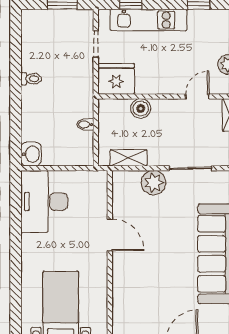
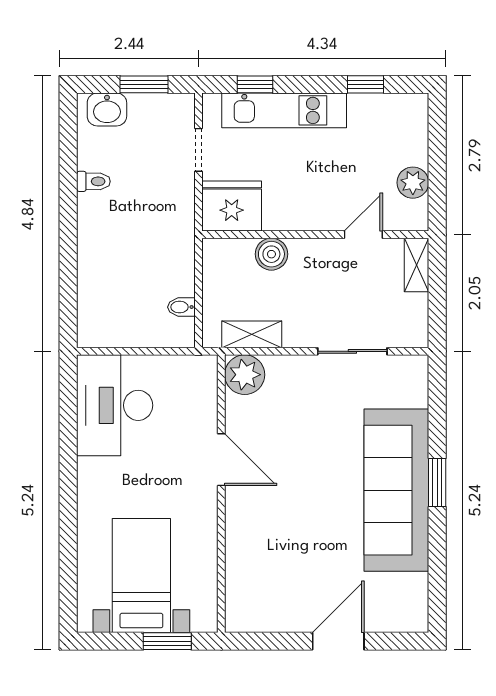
toilet: (31, 79) -> (93, 181), moved
bidet: (85, 125) -> (181, 307), moved
washbasin: (31, 154) -> (107, 109), moved, turned 90
plant: (154, 183) -> (245, 375), moved

